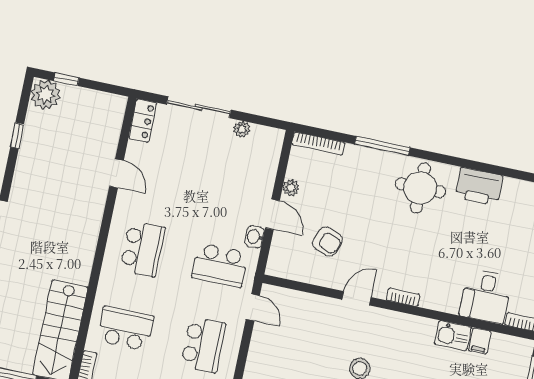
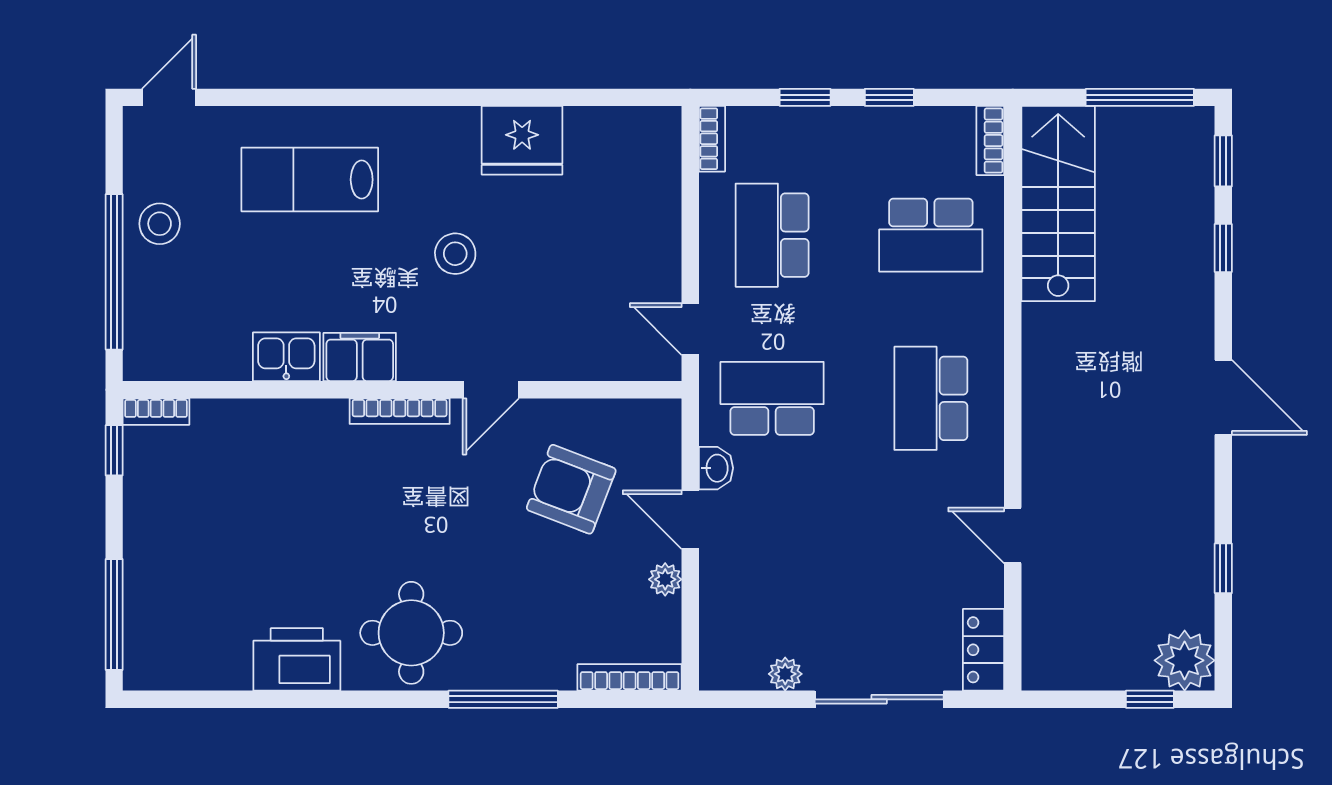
armchair: (327, 241) -> (571, 489), width x1.38, depth x1.38
desk: (486, 296) -> (238, 447), removed
bookcase: (403, 297) -> (400, 411), width x1.56
filing cabinet: (480, 341) -> (360, 357), moved, width x2.00

